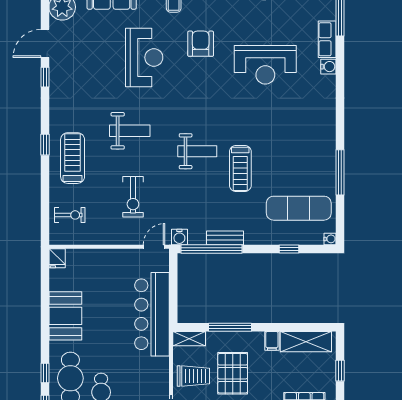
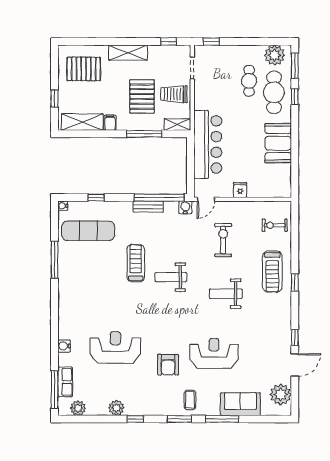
row of seats: (327, 39) -> (65, 382), moved
reception desk: (144, 57) -> (214, 353), turned 90
fridge: (57, 258) -> (240, 190), moved

